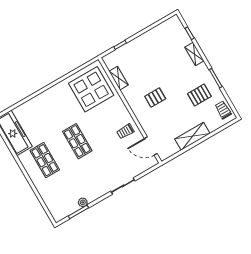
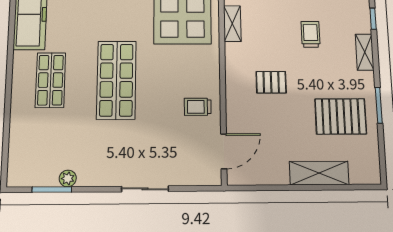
pallet: (199, 95) -> (341, 116), width x1.50, depth x1.42
trolley: (223, 110) -> (310, 34), moved
shelving: (192, 136) -> (319, 173), moved
shop shelf: (77, 141) -> (116, 80), width x1.43, depth x1.36
door: (151, 146) -> (224, 151), swing flipped

